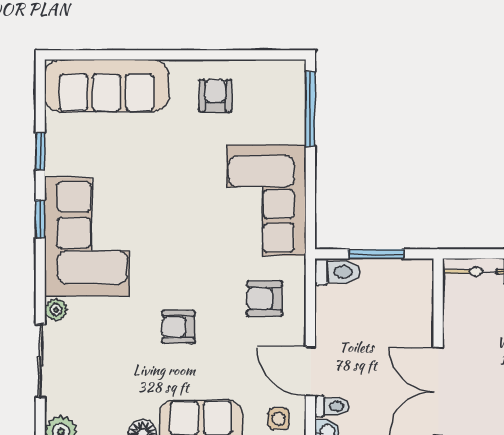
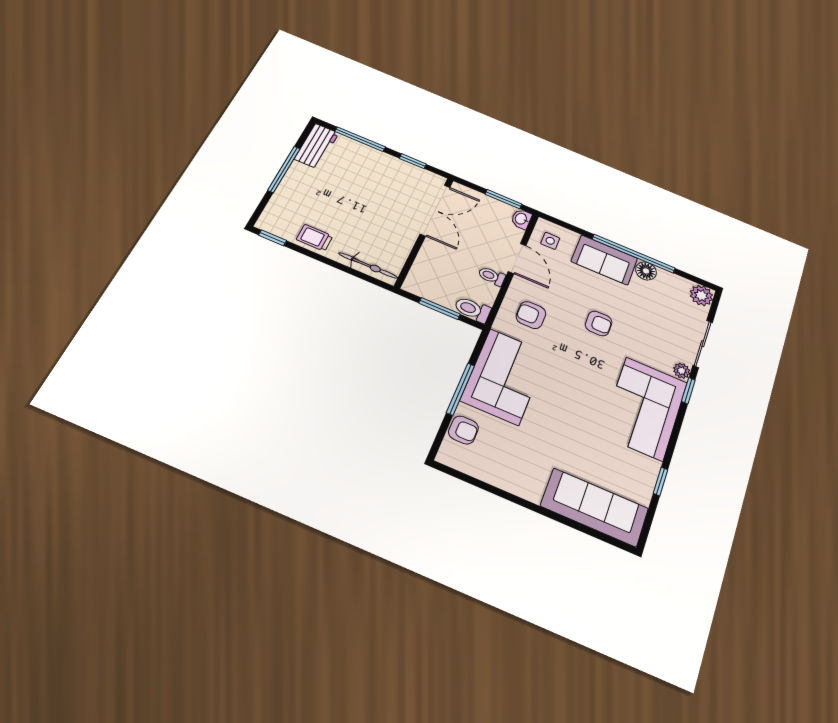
armchair: (215, 96) -> (463, 430), moved, turned -90
window: (310, 109) -> (461, 389), moved
window: (40, 219) -> (688, 391), moved
armchair: (265, 298) -> (531, 315), turned 180
toilet: (332, 406) -> (492, 276), moved

